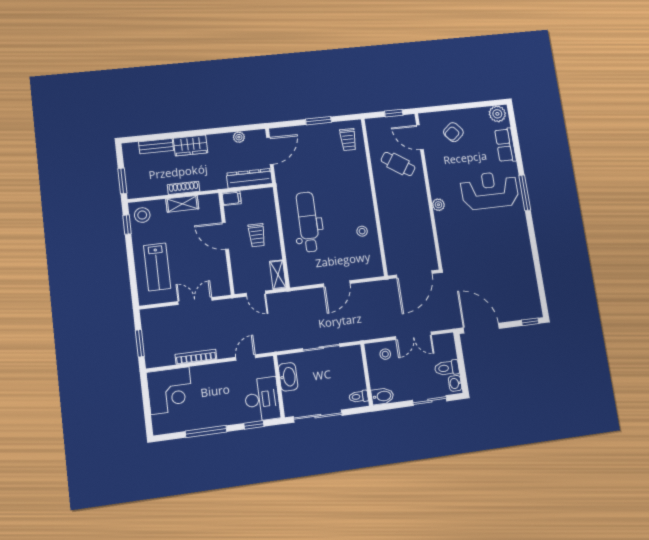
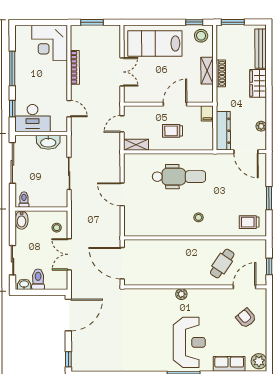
bench: (156, 146) -> (261, 49), width x1.36
stool: (362, 231) -> (198, 217), moved
lab bench: (157, 267) -> (155, 43), width x1.36, depth x1.39

